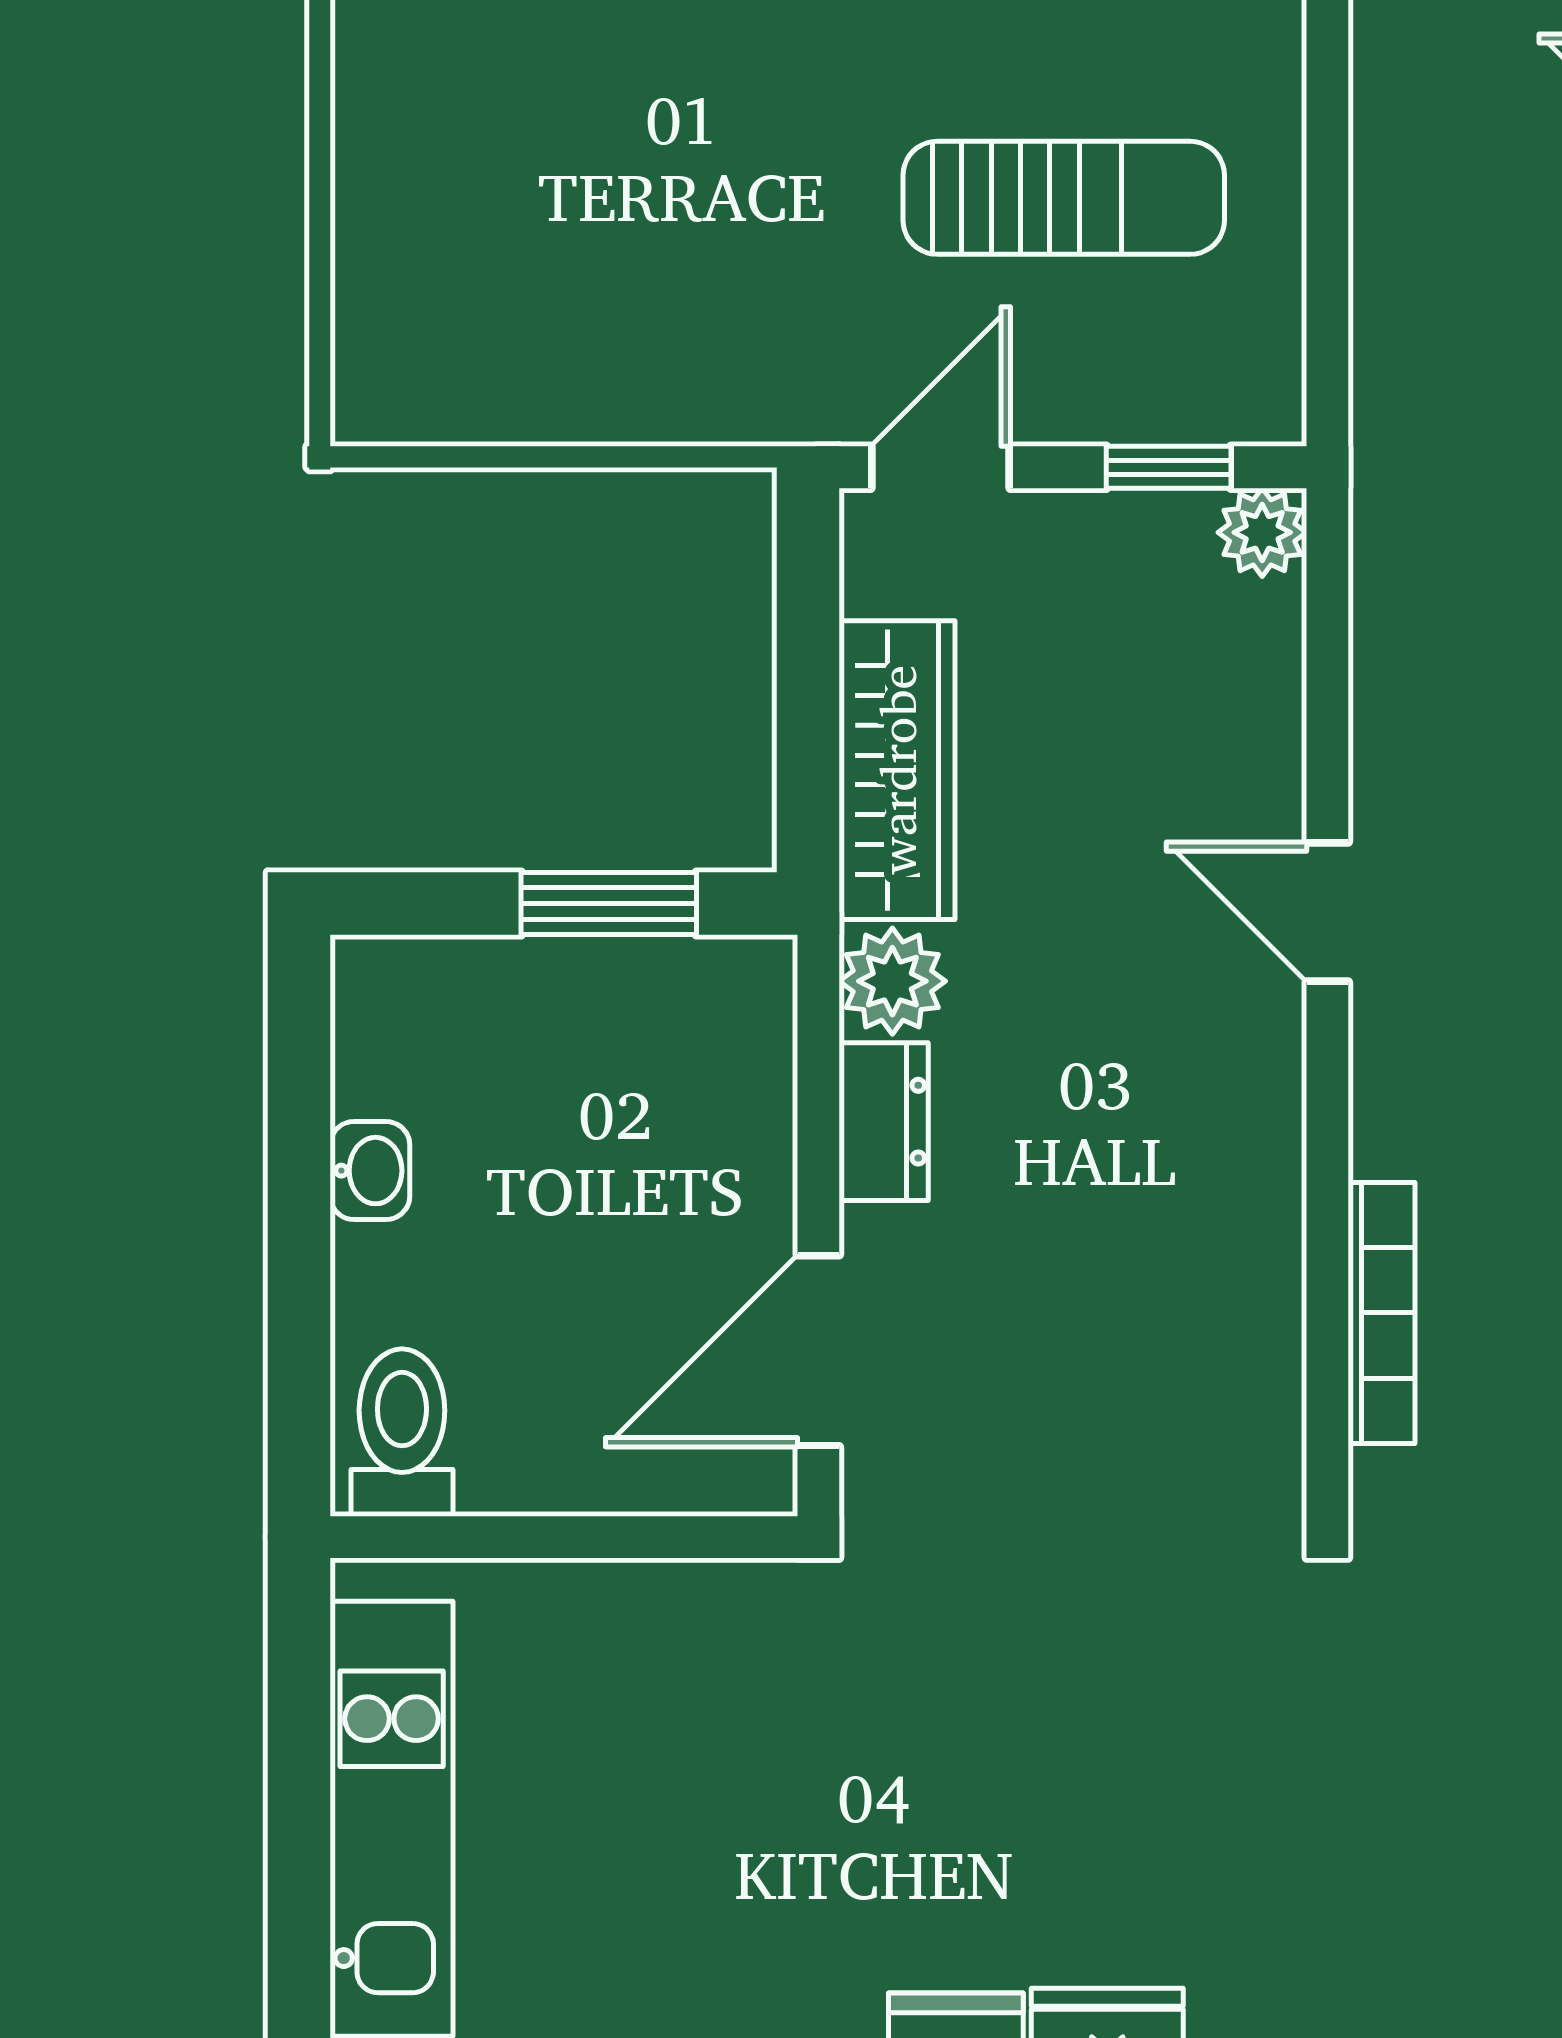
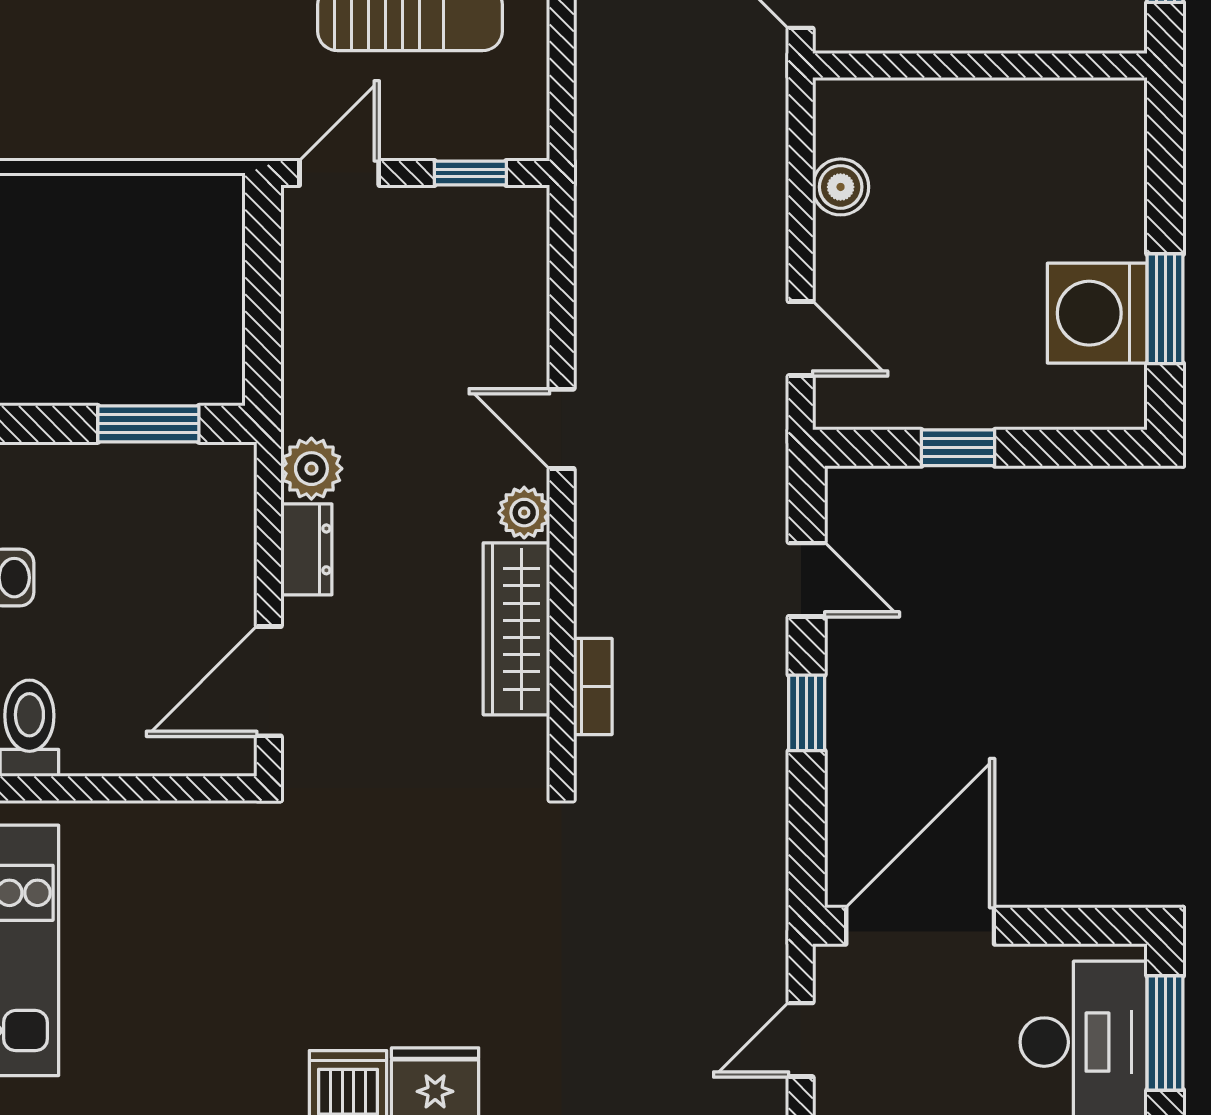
plant: (1262, 532) -> (524, 513), moved
wardrobe: (897, 770) -> (516, 629), moved, turned 180
bookcase: (1382, 1313) -> (593, 686), width x0.64

